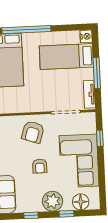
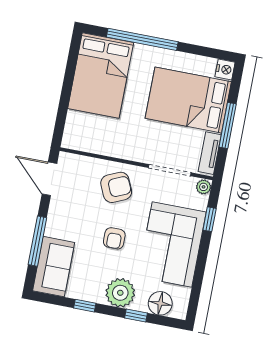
bed: (66, 57) -> (188, 100), width x1.50
plant: (91, 118) -> (204, 187), added
armchair: (33, 132) -> (116, 187), turned -132

